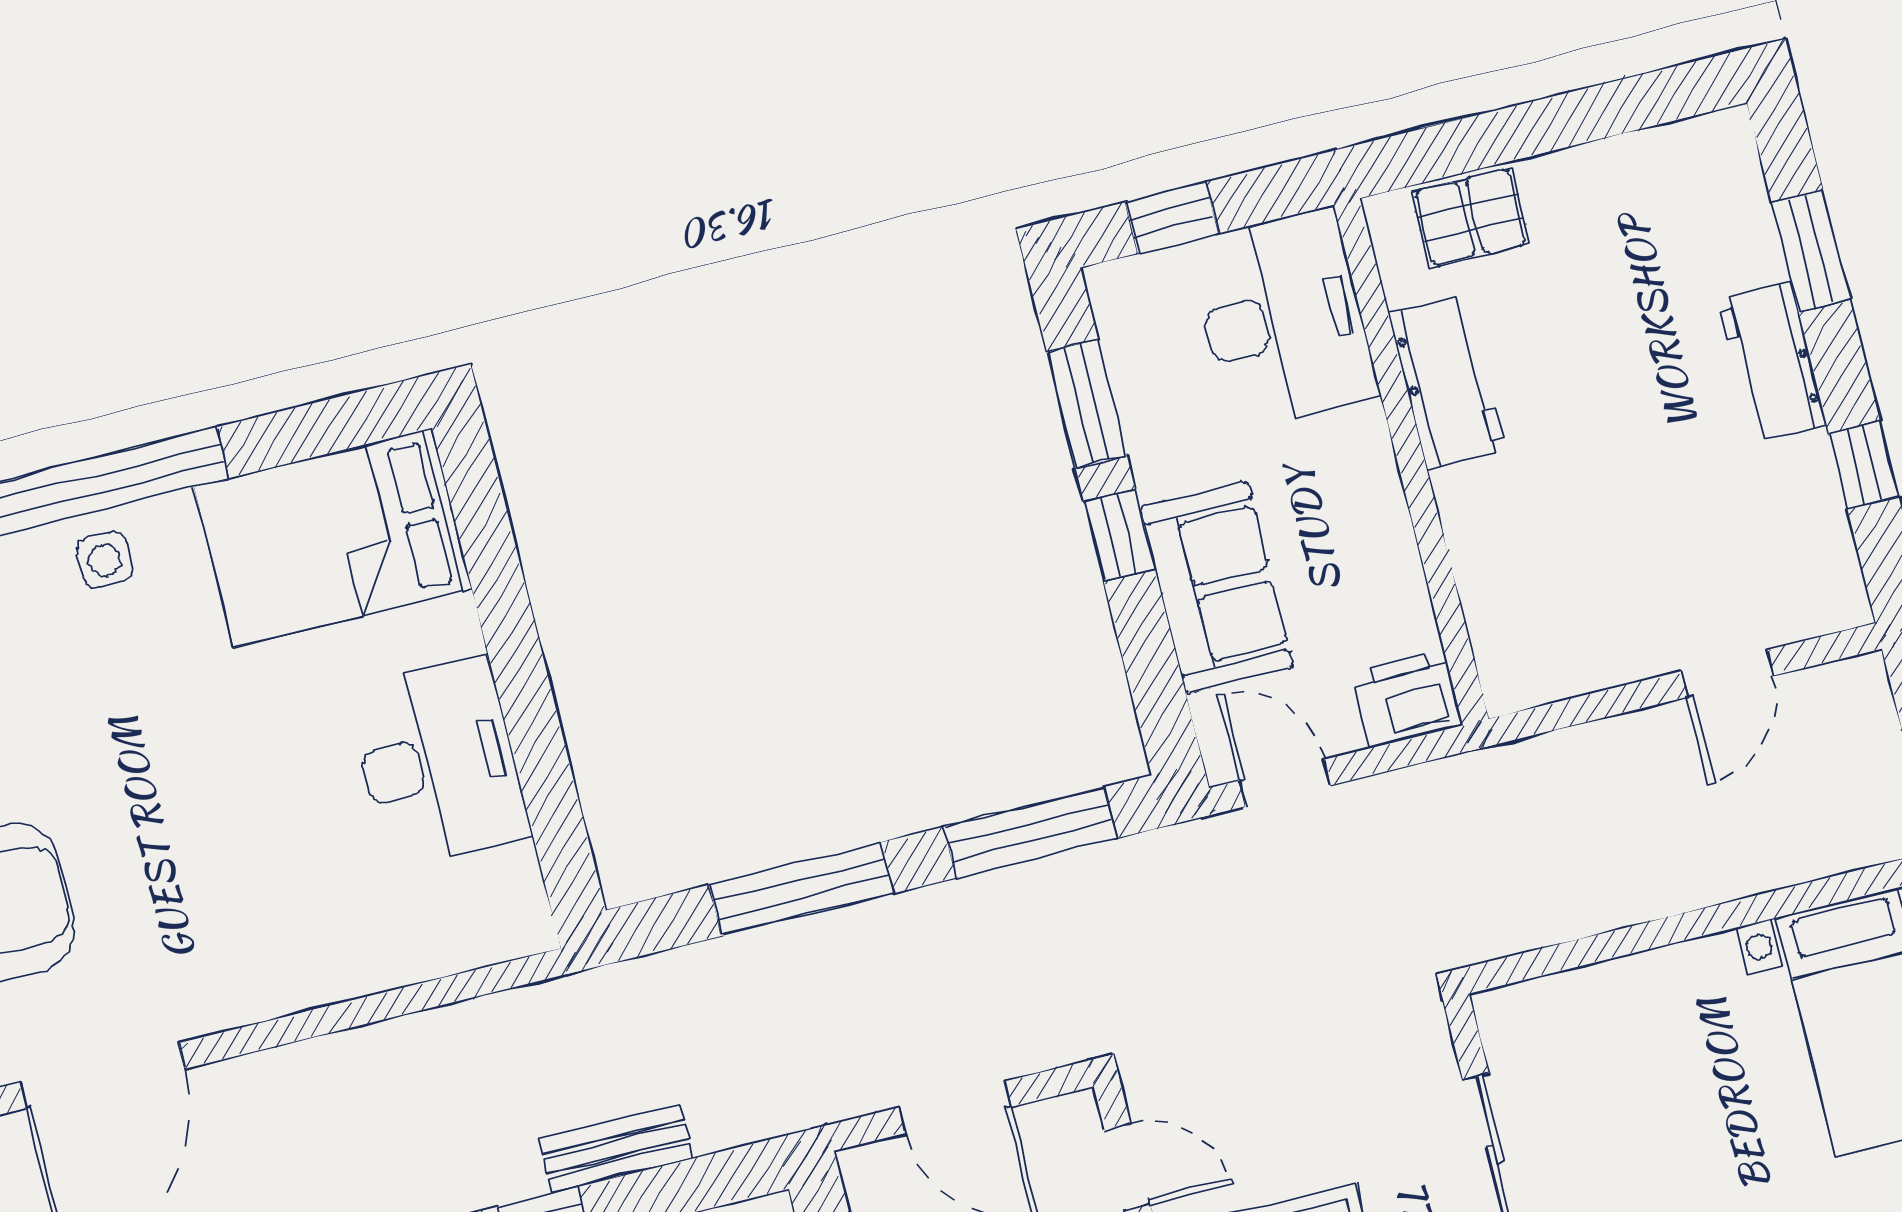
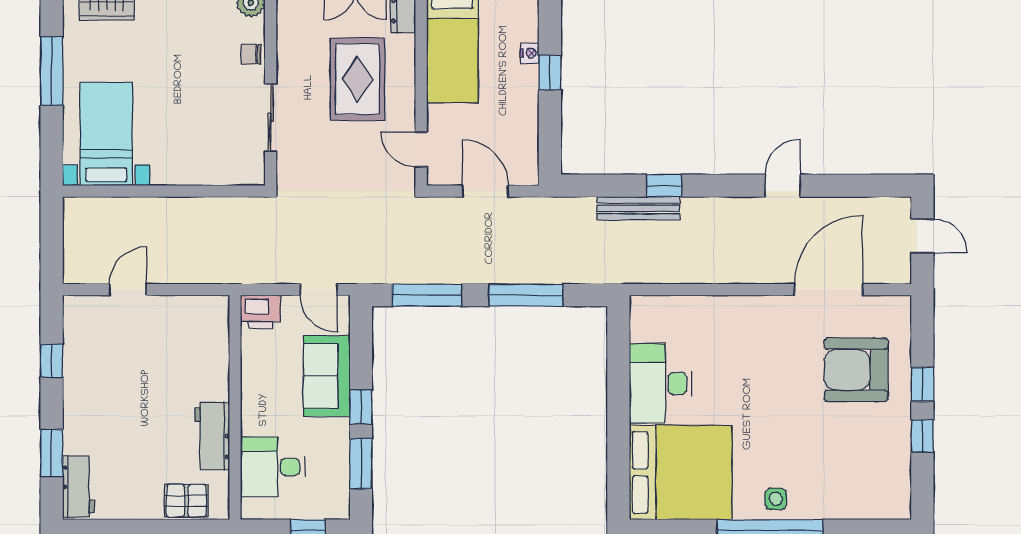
desk: (1283, 320) -> (273, 467), width x0.73
workbench: (1772, 362) -> (78, 487), moved
bed: (333, 538) -> (681, 472), width x1.36
bench: (616, 1149) -> (638, 208), width x1.36

